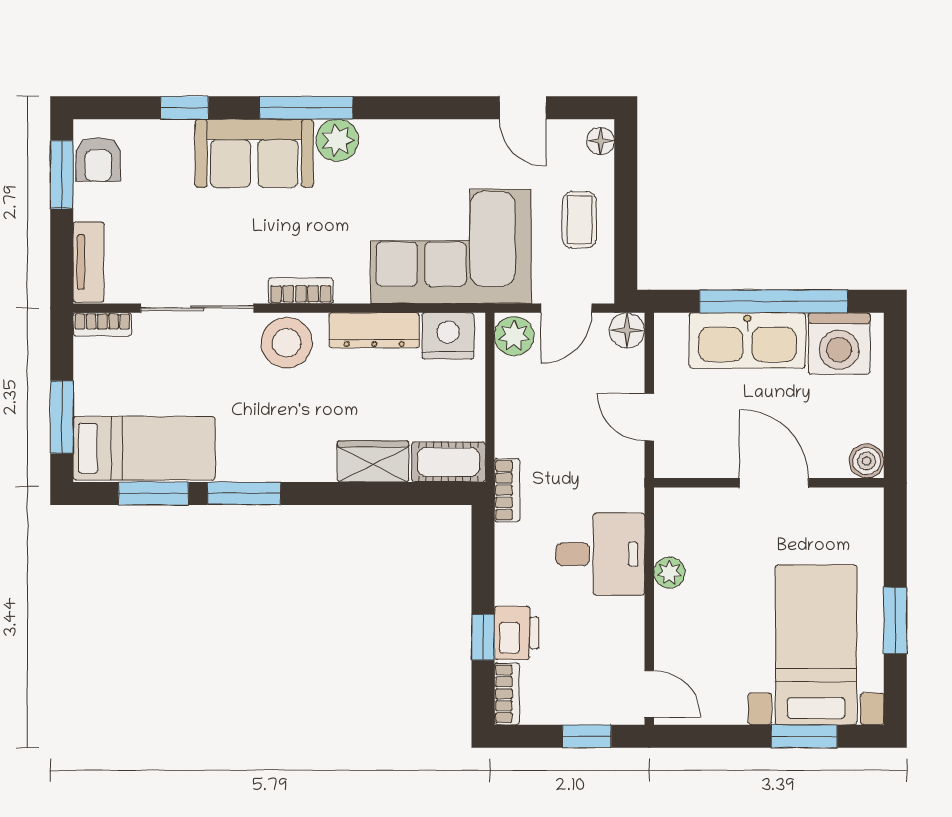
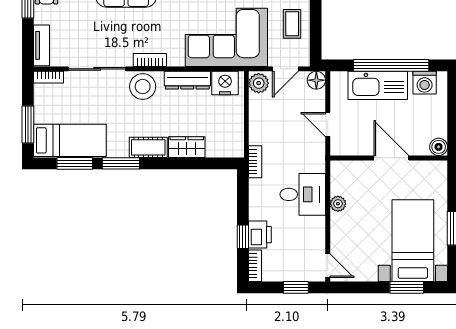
washing machine: (839, 344) -> (425, 83), width x0.73, depth x0.73
cot: (448, 462) -> (148, 147), moved

